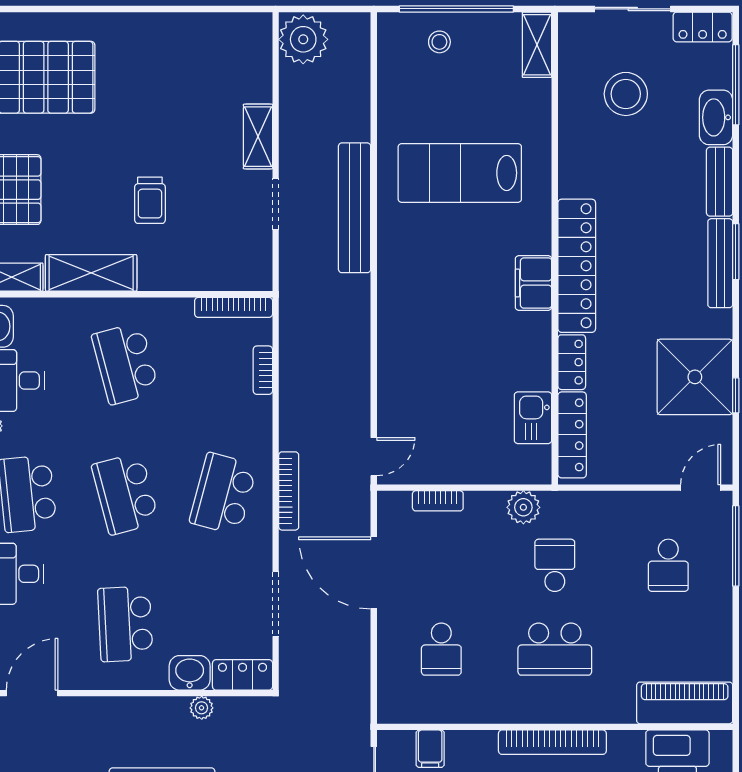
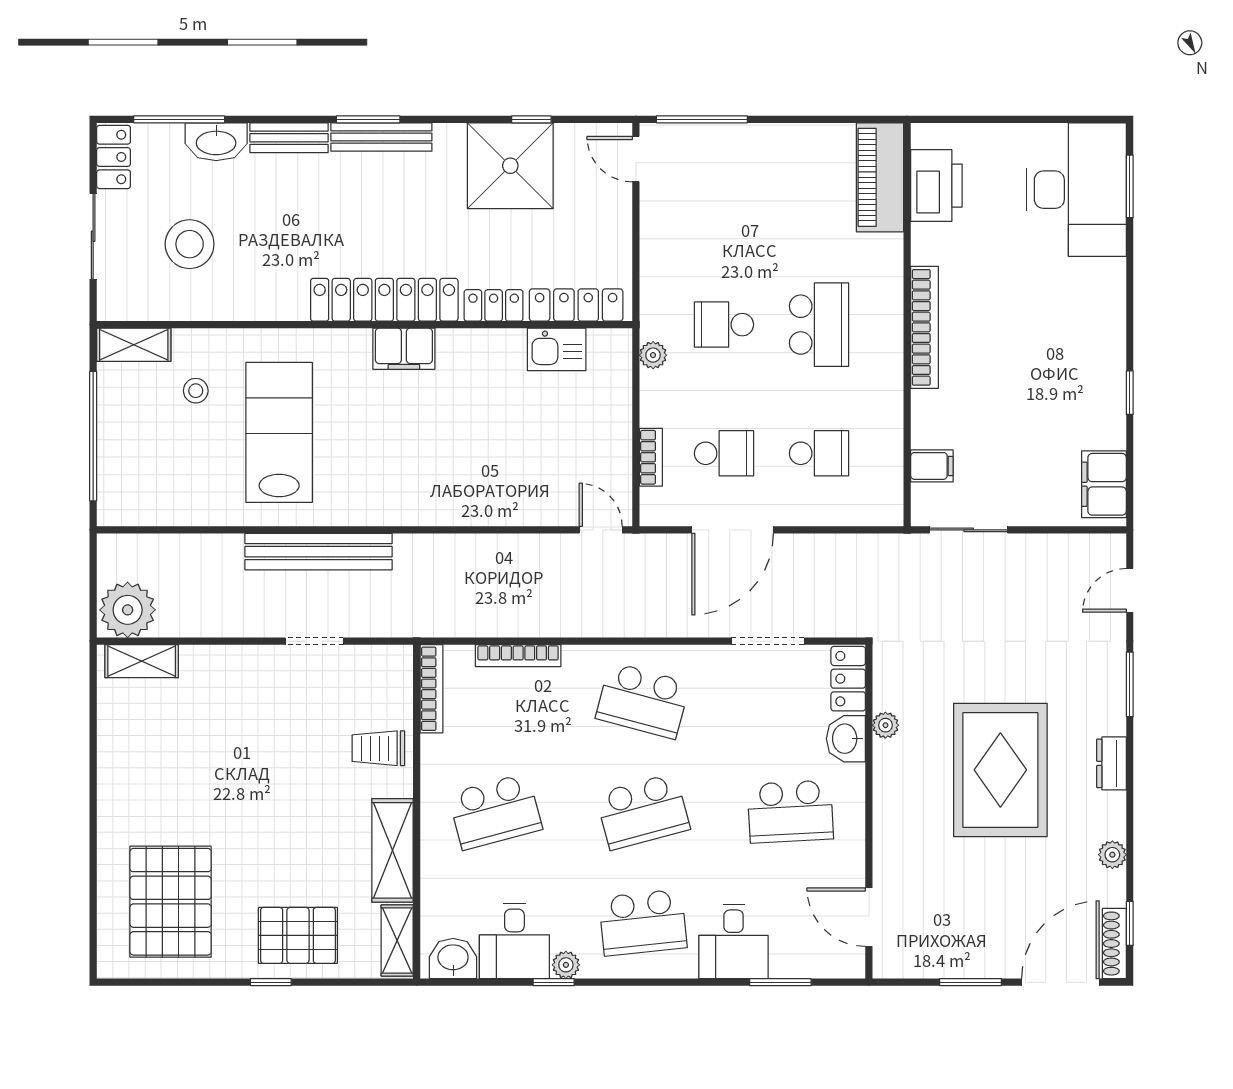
stool: (439, 42) -> (196, 391), moved
shelving: (258, 137) -> (142, 661), moved
lab bench: (460, 173) -> (279, 432), turned 180
trolley: (150, 200) -> (378, 748), moved, turned 180
bookcase: (263, 370) -> (518, 656), width x1.56
bookcase: (289, 491) -> (640, 626), removed
plant: (523, 507) -> (653, 355), width x0.73, depth x0.73
school desk: (668, 565) -> (724, 453), moved

